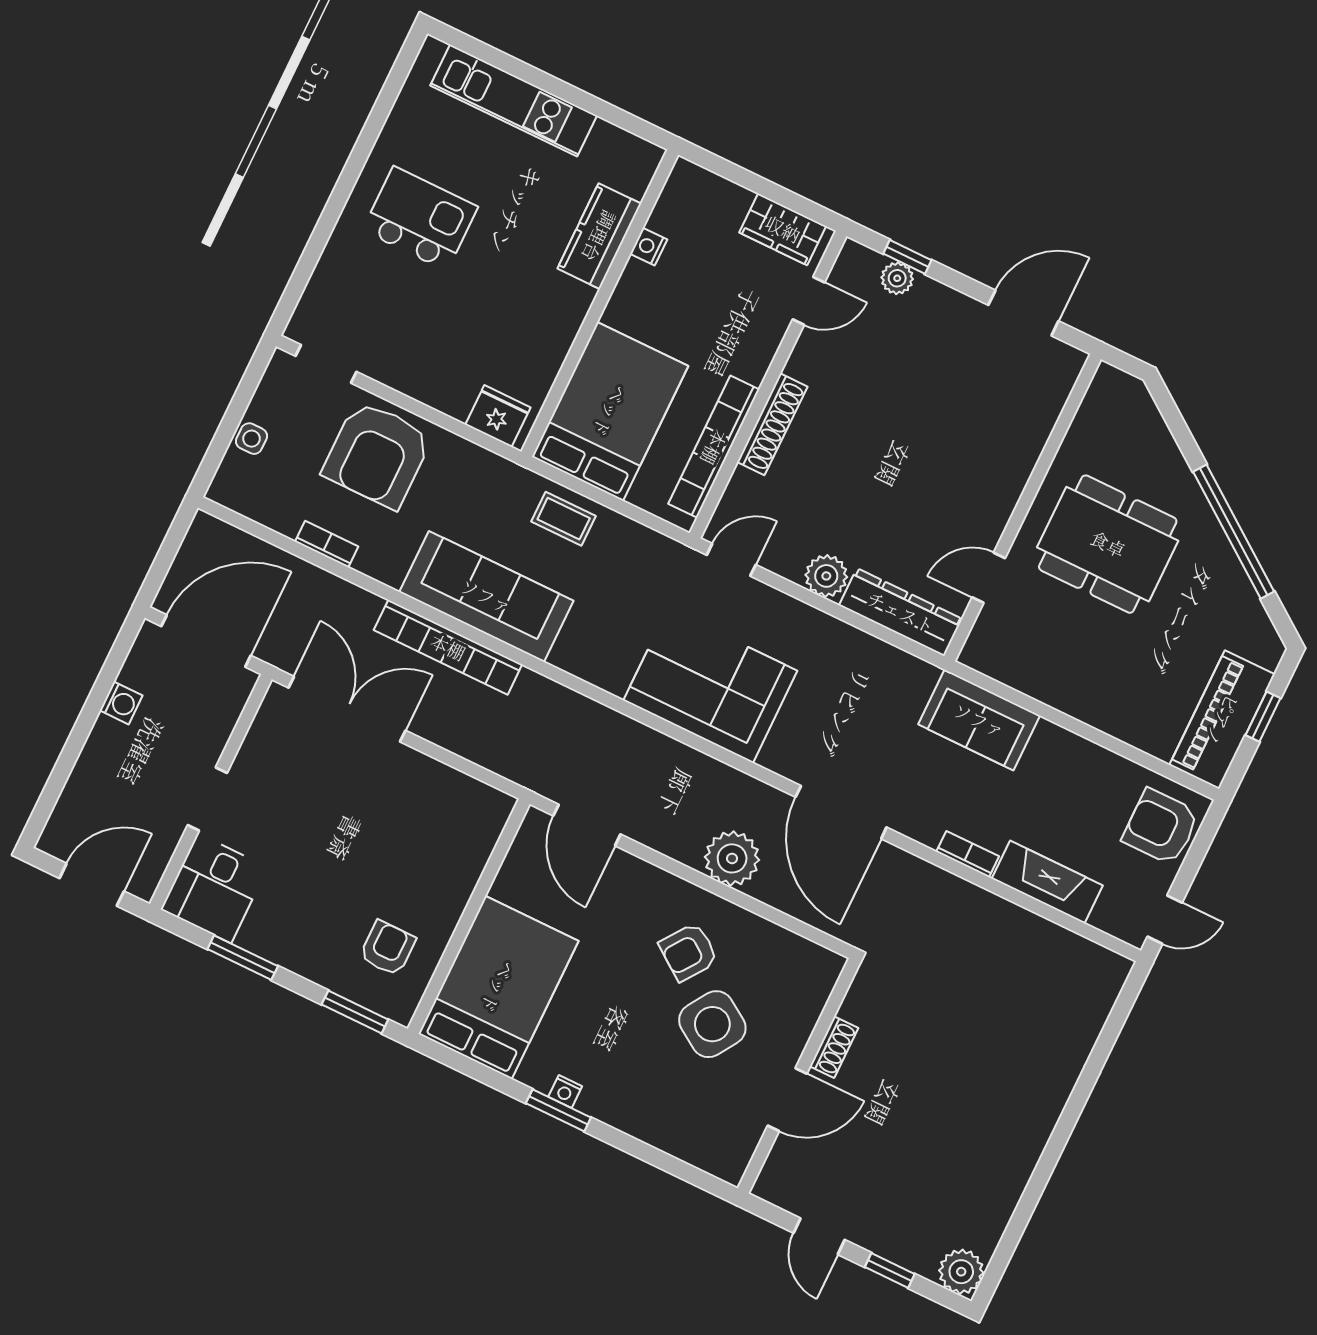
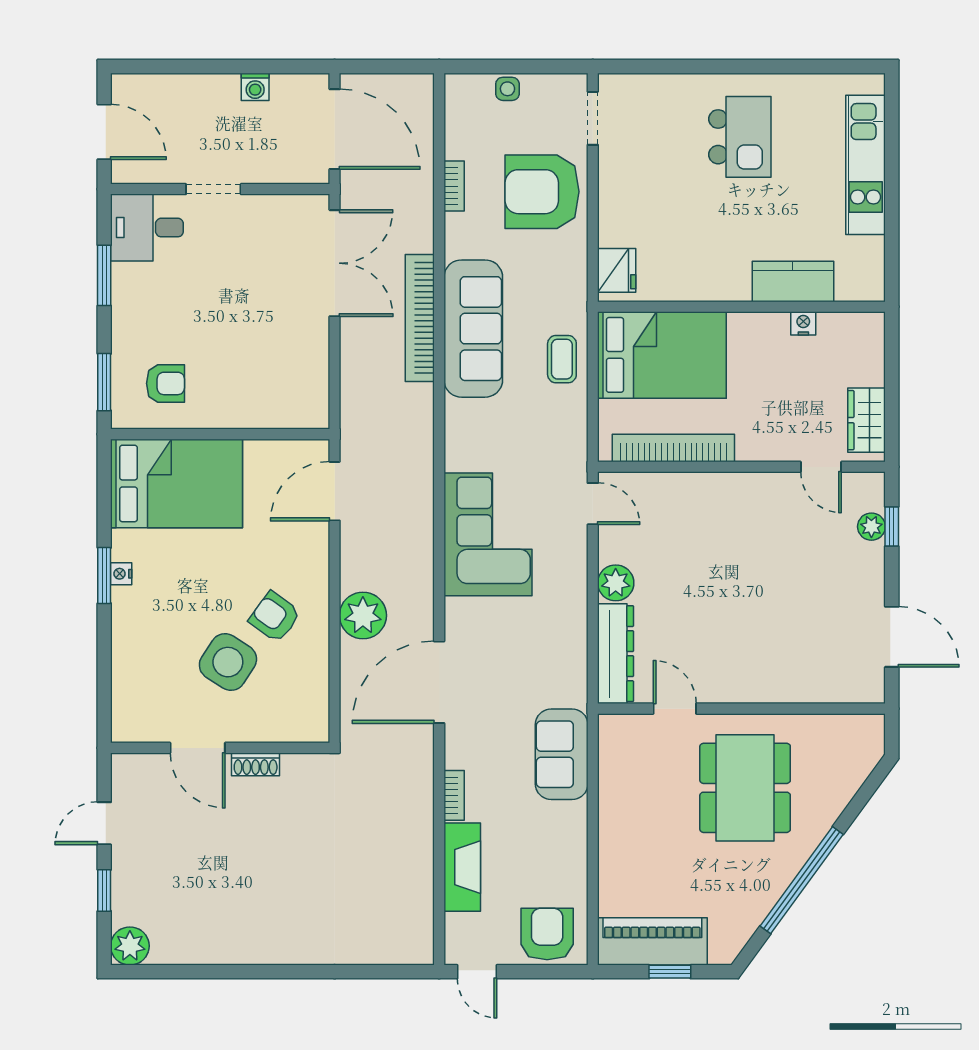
shoe rack: (772, 424) -> (712, 485), removed

